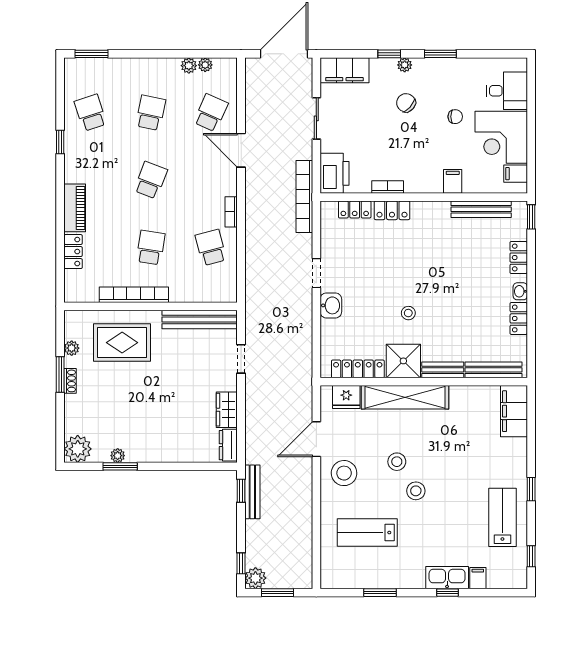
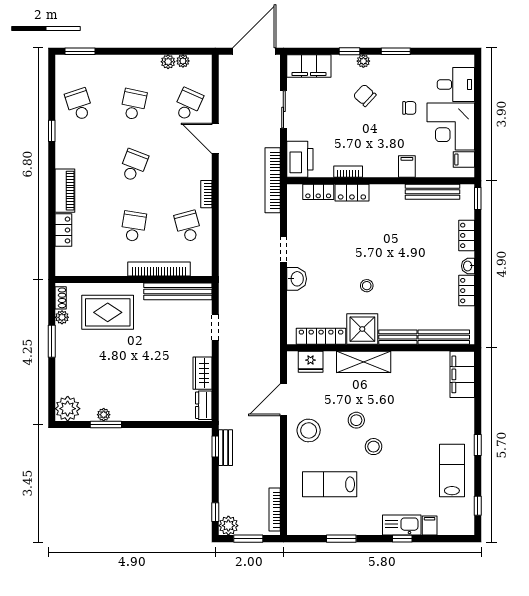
bookcase: (134, 295) -> (159, 269), moved
shoe rack: (70, 381) -> (61, 298), moved
shelving: (405, 397) -> (364, 362), width x0.68
bench: (252, 492) -> (226, 448), width x0.73
bookcase: (306, 560) -> (275, 510), added

